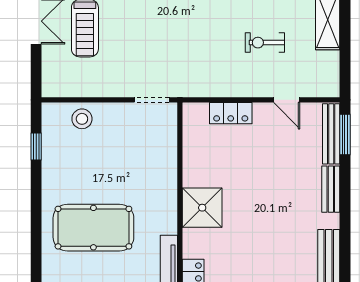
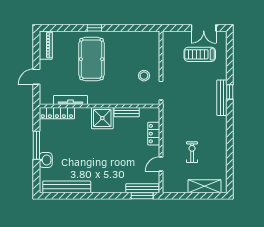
stool: (82, 119) -> (144, 76), moved
window: (36, 146) -> (94, 28), moved
bench: (331, 189) -> (127, 112), moved

